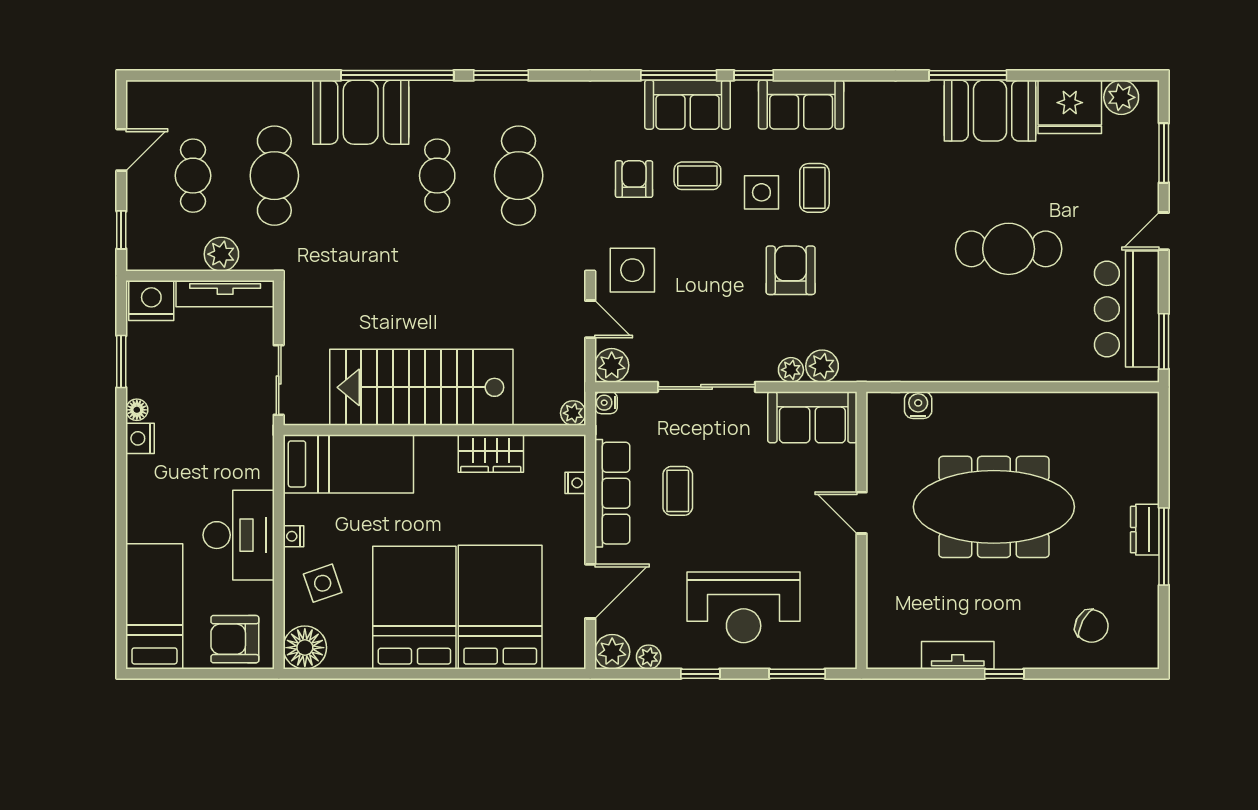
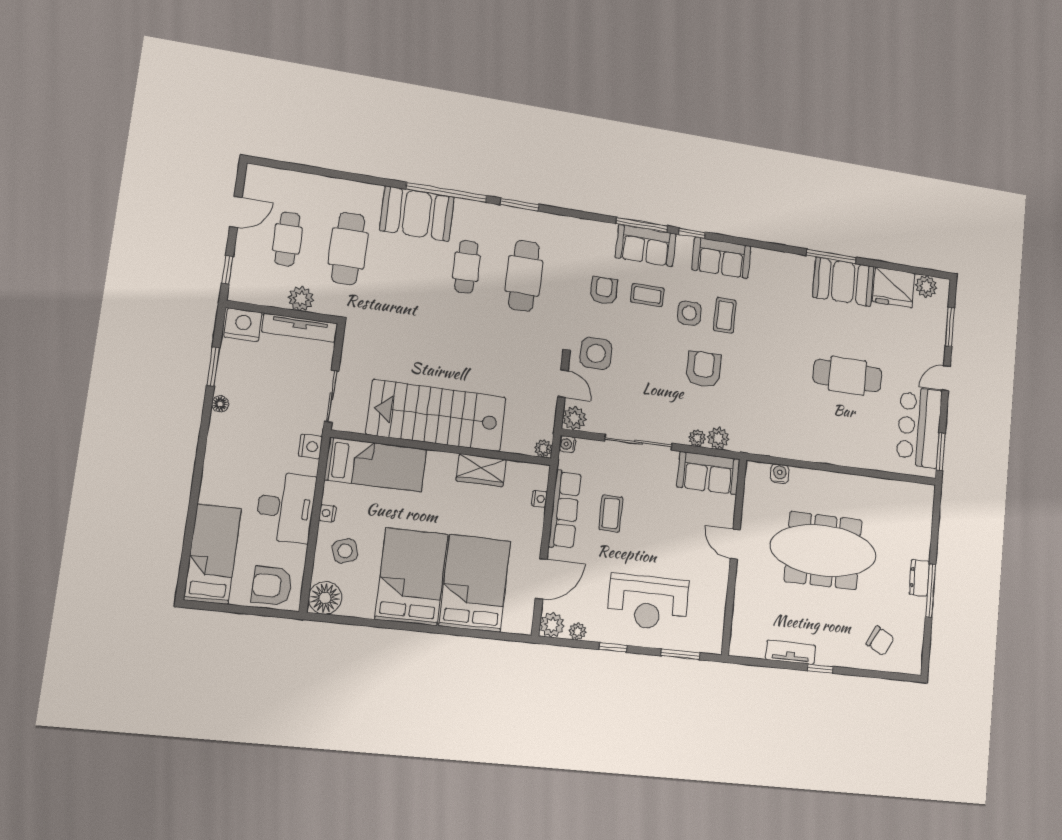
nightstand: (140, 438) -> (310, 446), moved, turned 180

